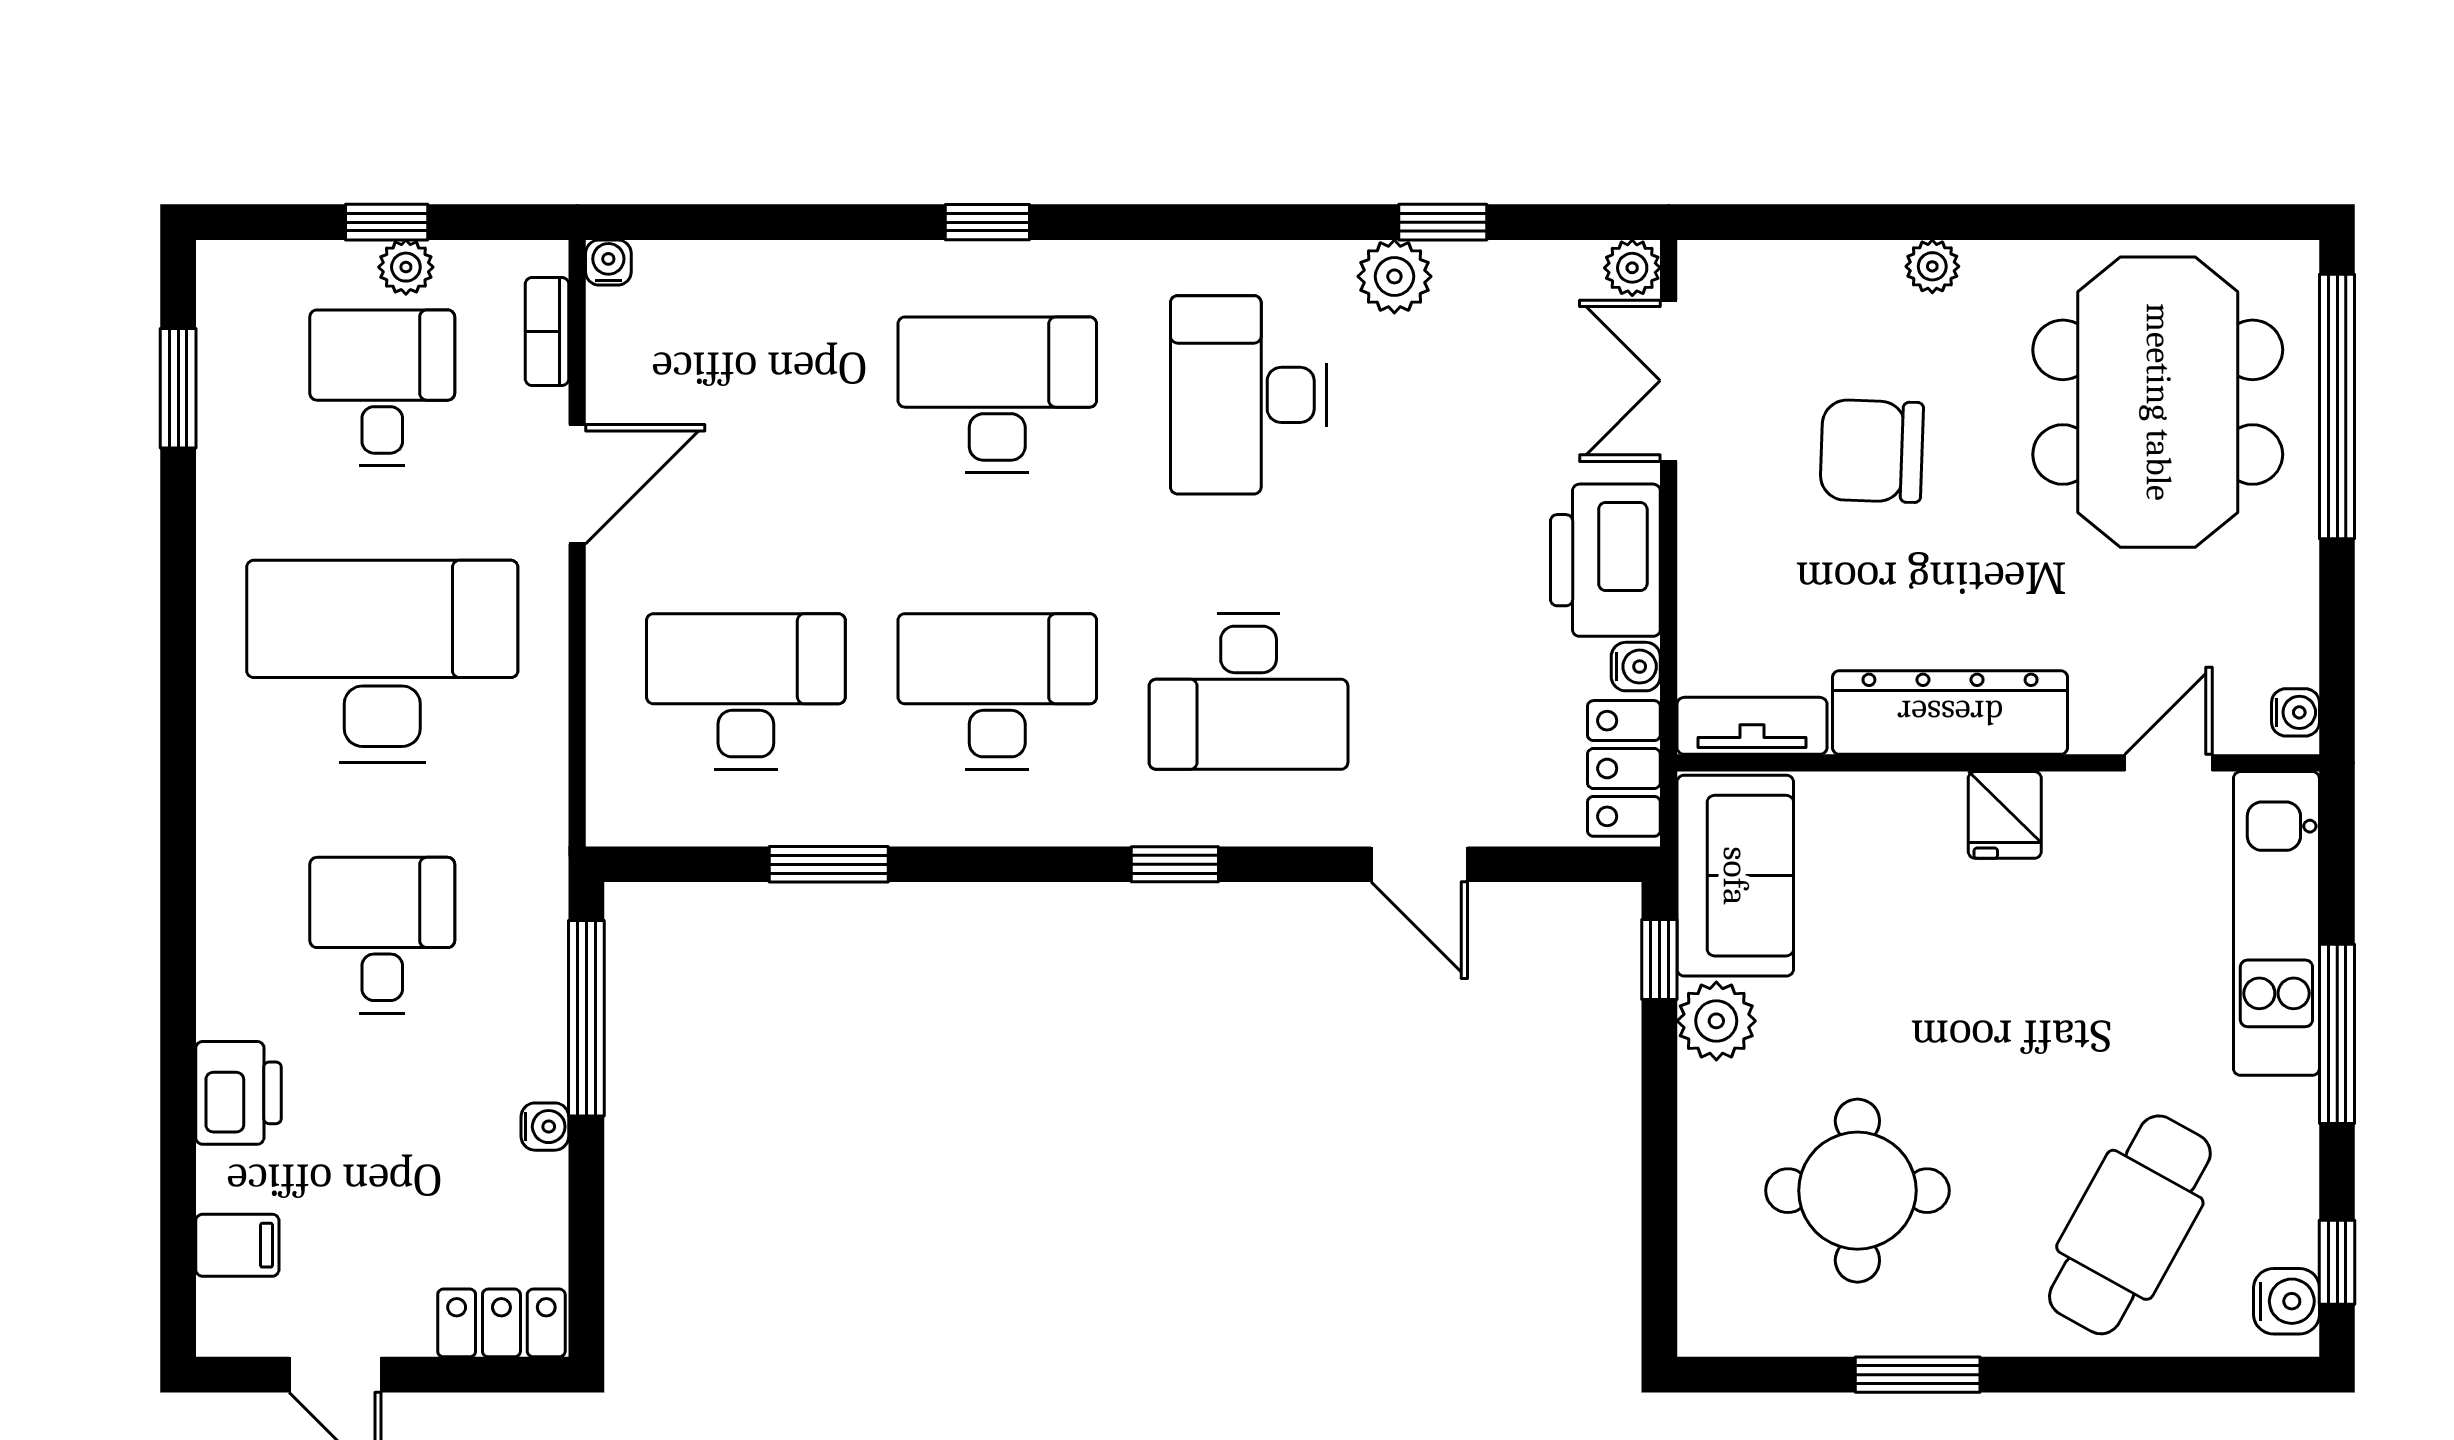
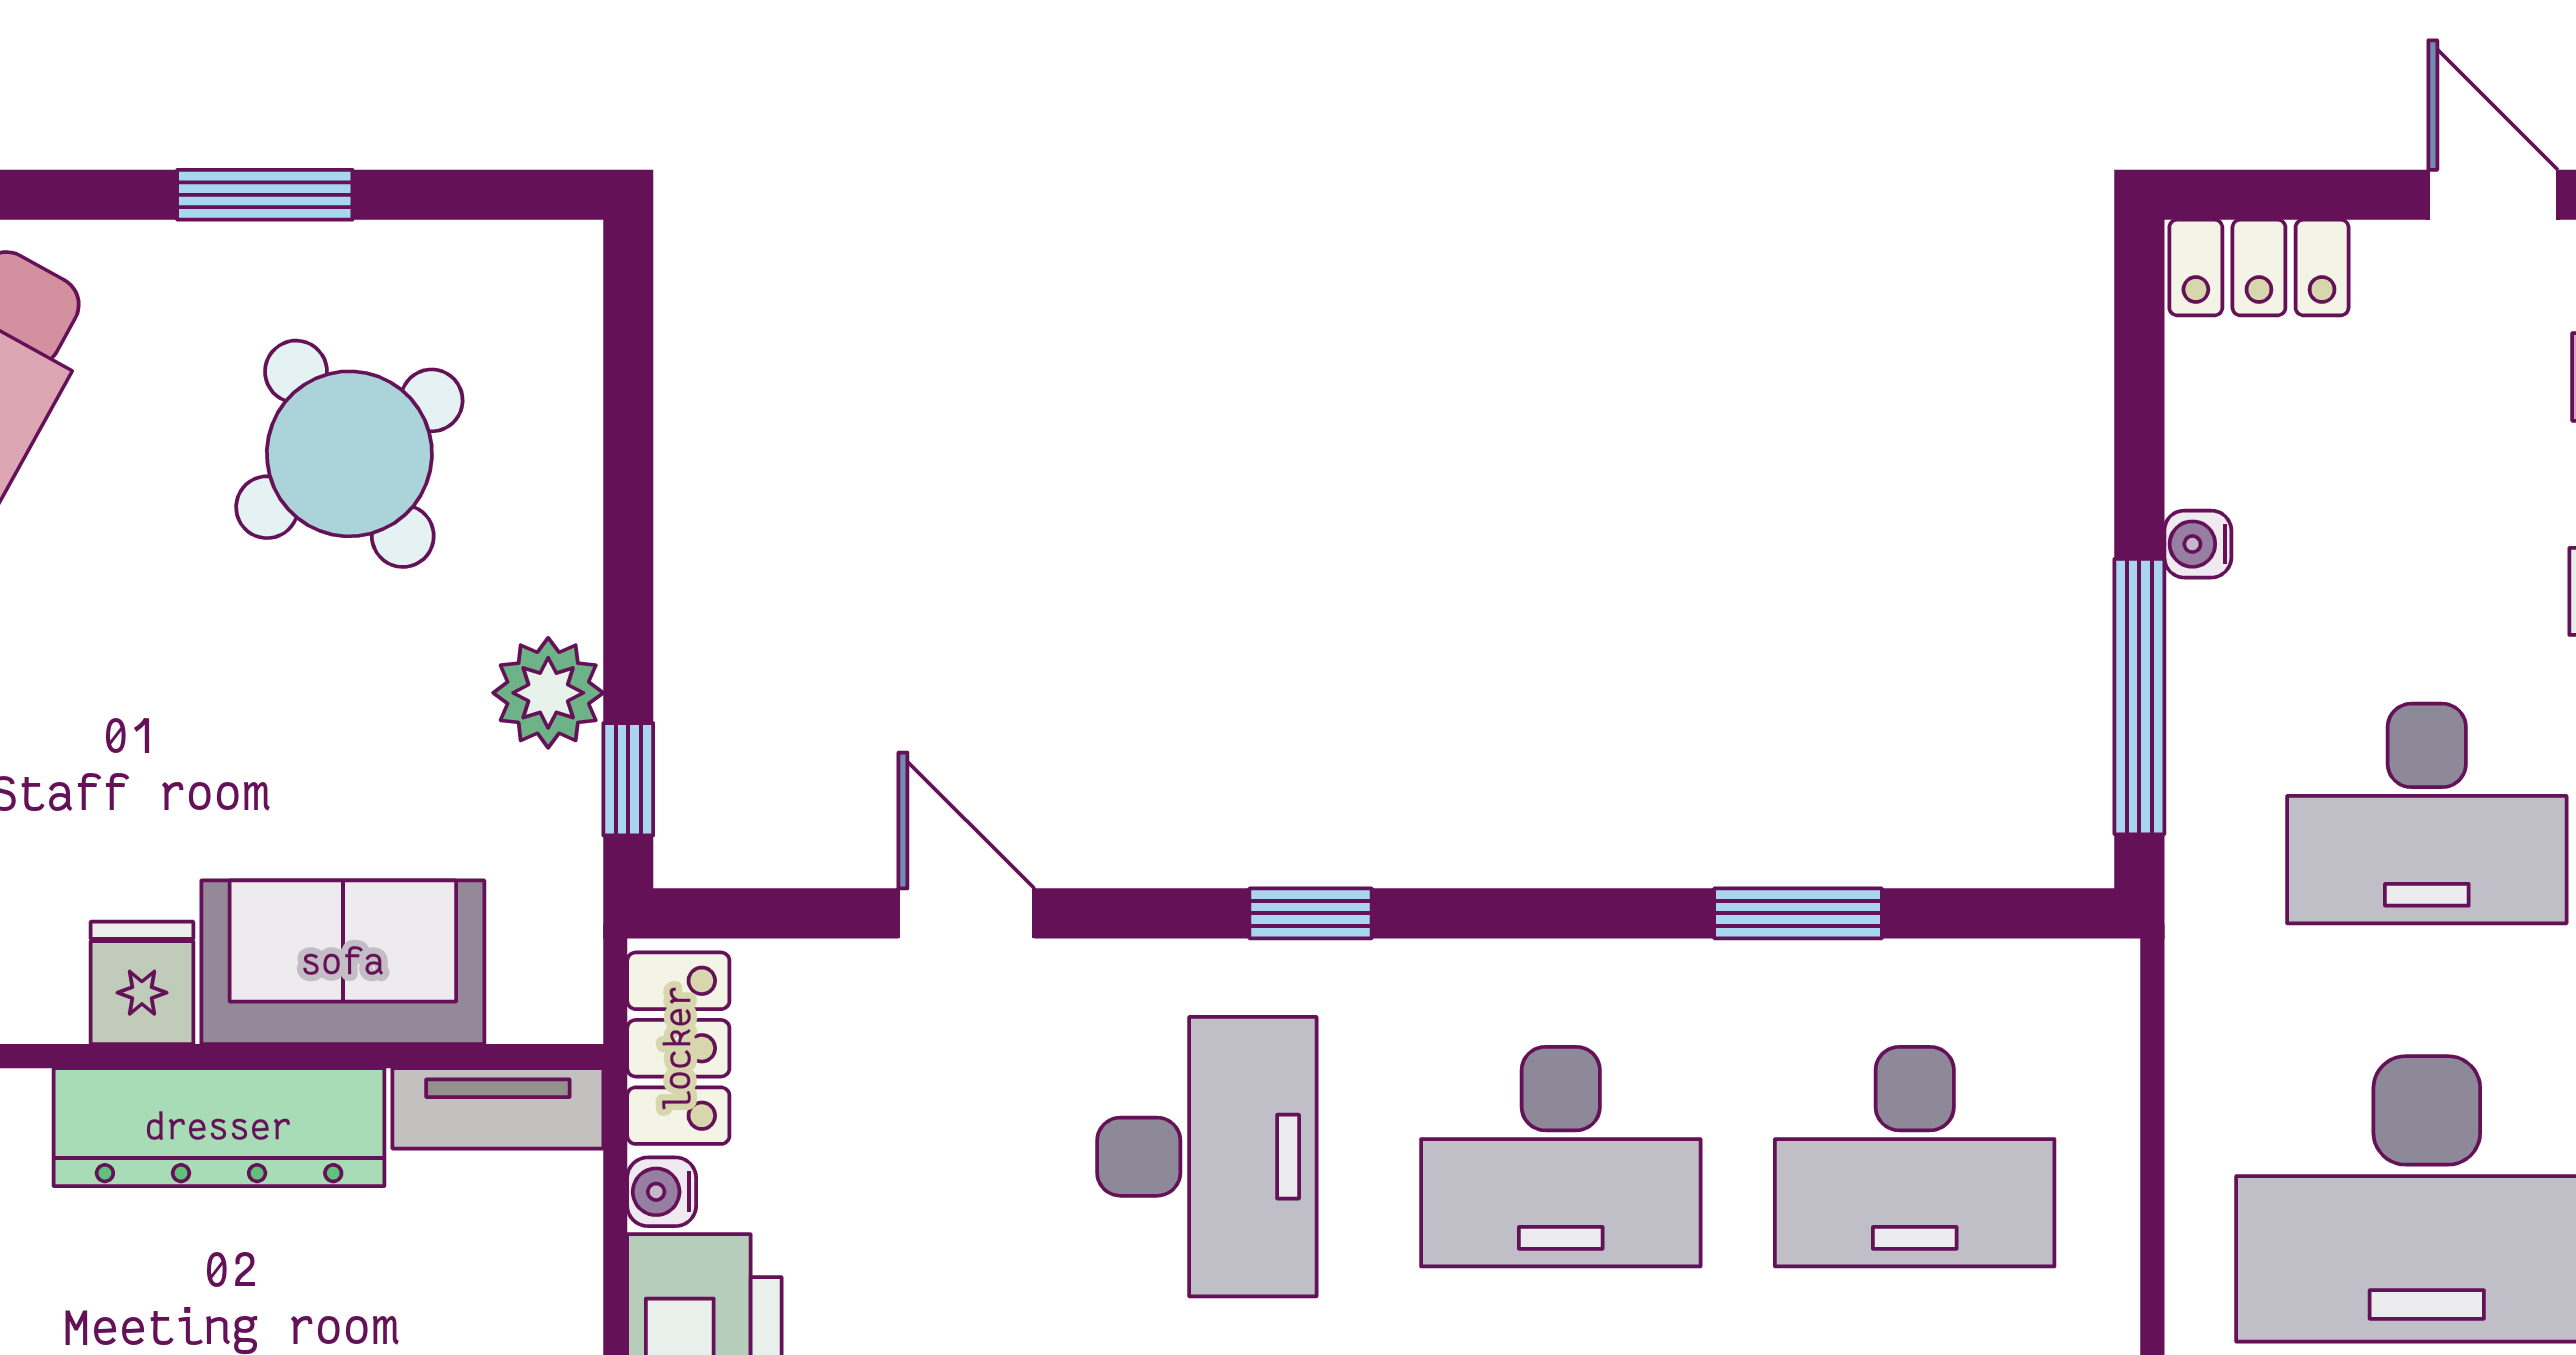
desk: (1249, 692) -> (1207, 1157), turned 90
sofa: (1735, 876) -> (343, 962), moved, turned 90
desk: (382, 935) -> (2427, 813), width x1.37
round table: (1857, 1191) -> (349, 454), turned -33

